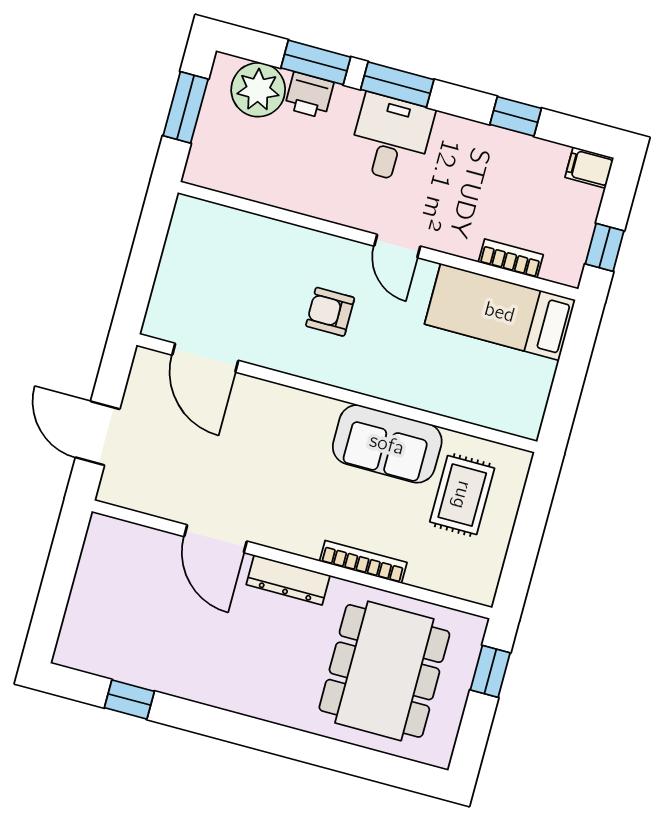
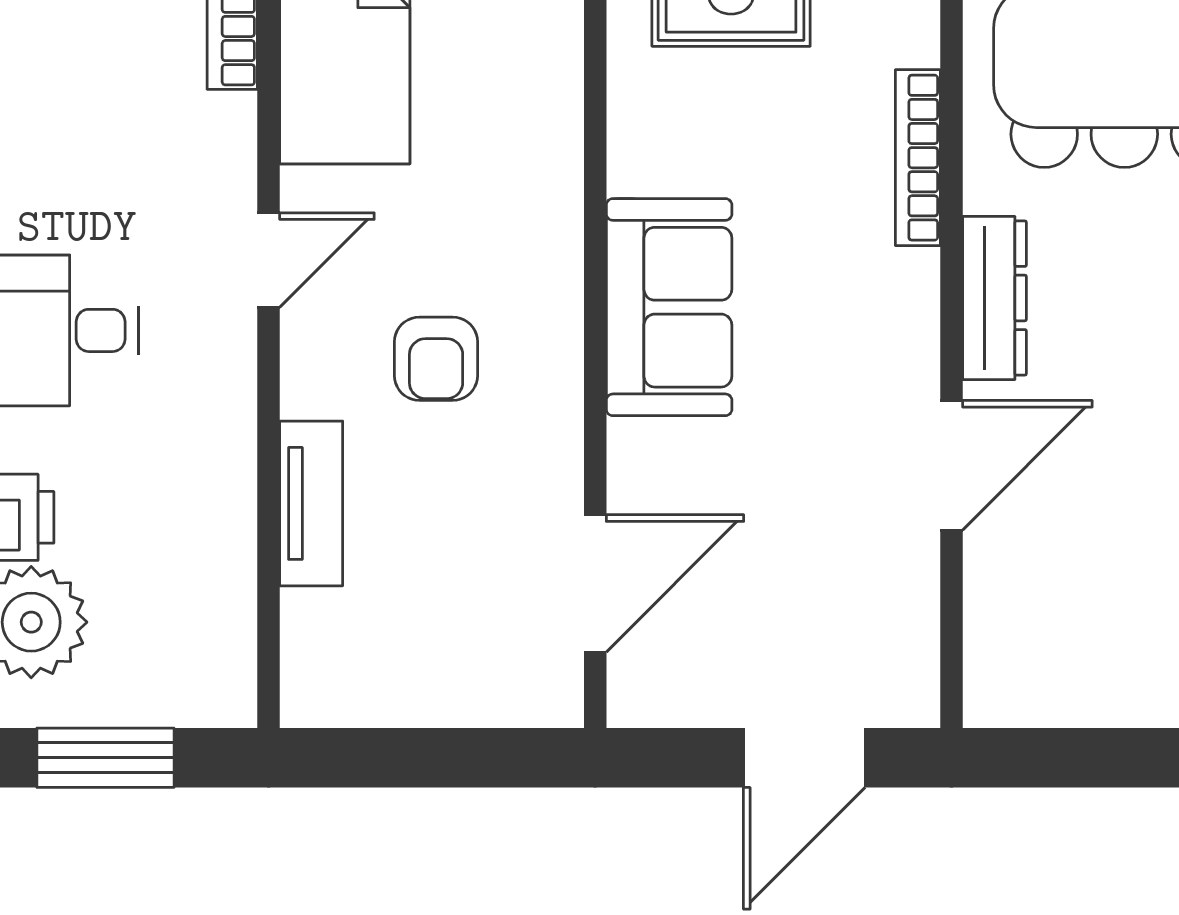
tv unit: (278, 235) -> (311, 503), added
sofa: (387, 444) -> (669, 307), moved

